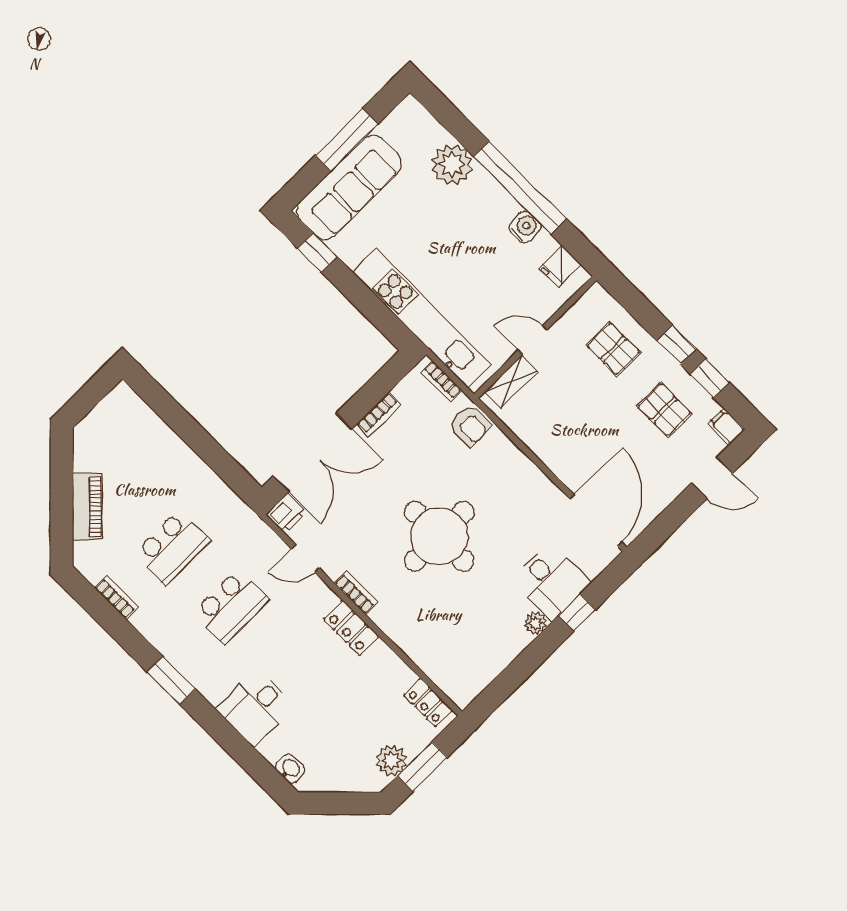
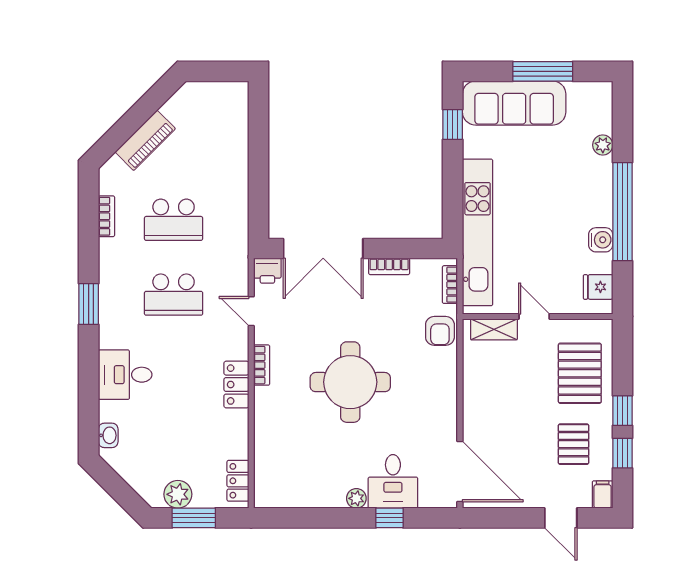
plant: (452, 165) -> (603, 145), width x0.53, depth x0.53
pallet: (613, 349) -> (580, 373), width x1.50, depth x1.42
door: (596, 521) -> (460, 472), hinge flipped

